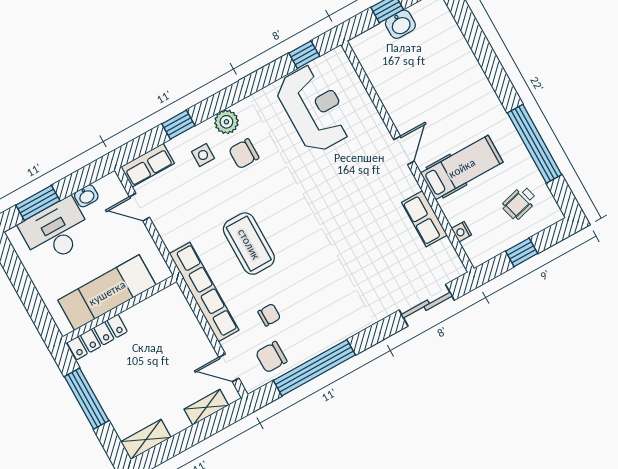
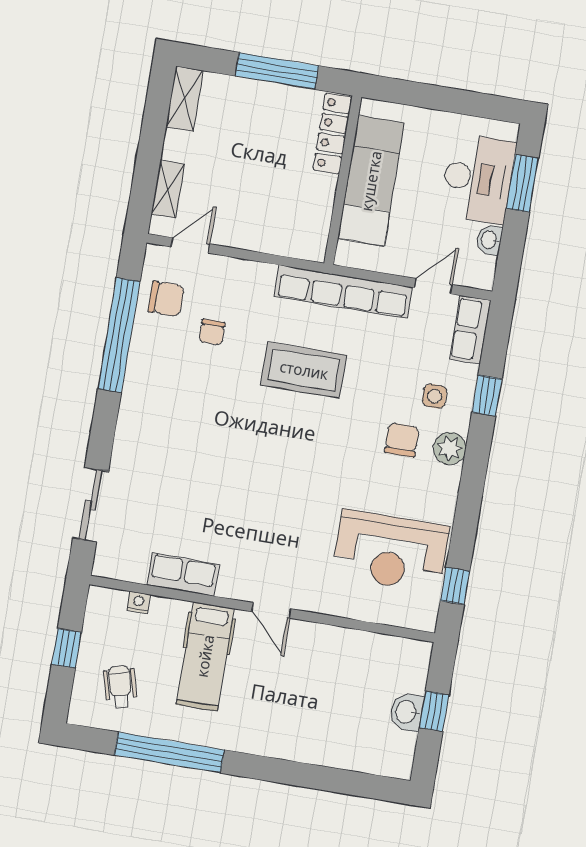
row of seats: (204, 292) -> (343, 292), moved
chair: (271, 357) -> (166, 299), turned 90

